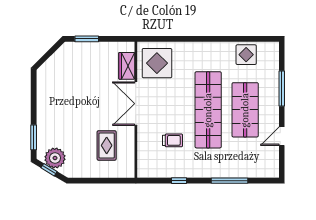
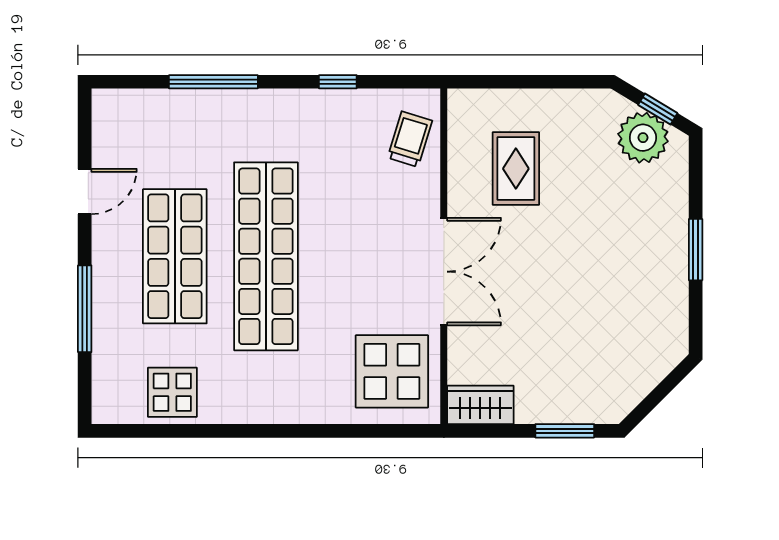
wardrobe: (127, 66) -> (480, 405), moved, turned -90
window: (34, 137) -> (696, 250), moved
trolley: (172, 140) -> (410, 139), moved, turned 107

